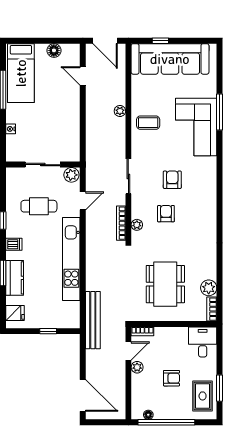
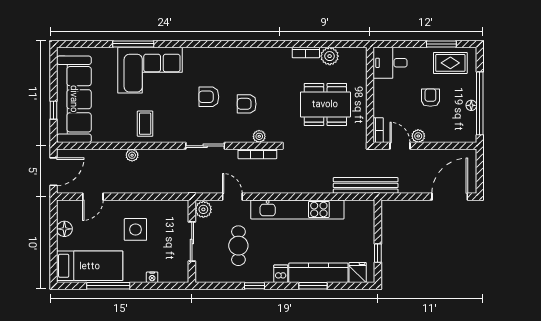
side table: (53, 114) -> (135, 229), added
kitchen counter: (15, 278) -> (318, 273), width x1.50
bookcase: (212, 309) -> (306, 53), moved
window: (48, 331) -> (378, 253), moved
floor lamp: (148, 415) -> (471, 105), moved

